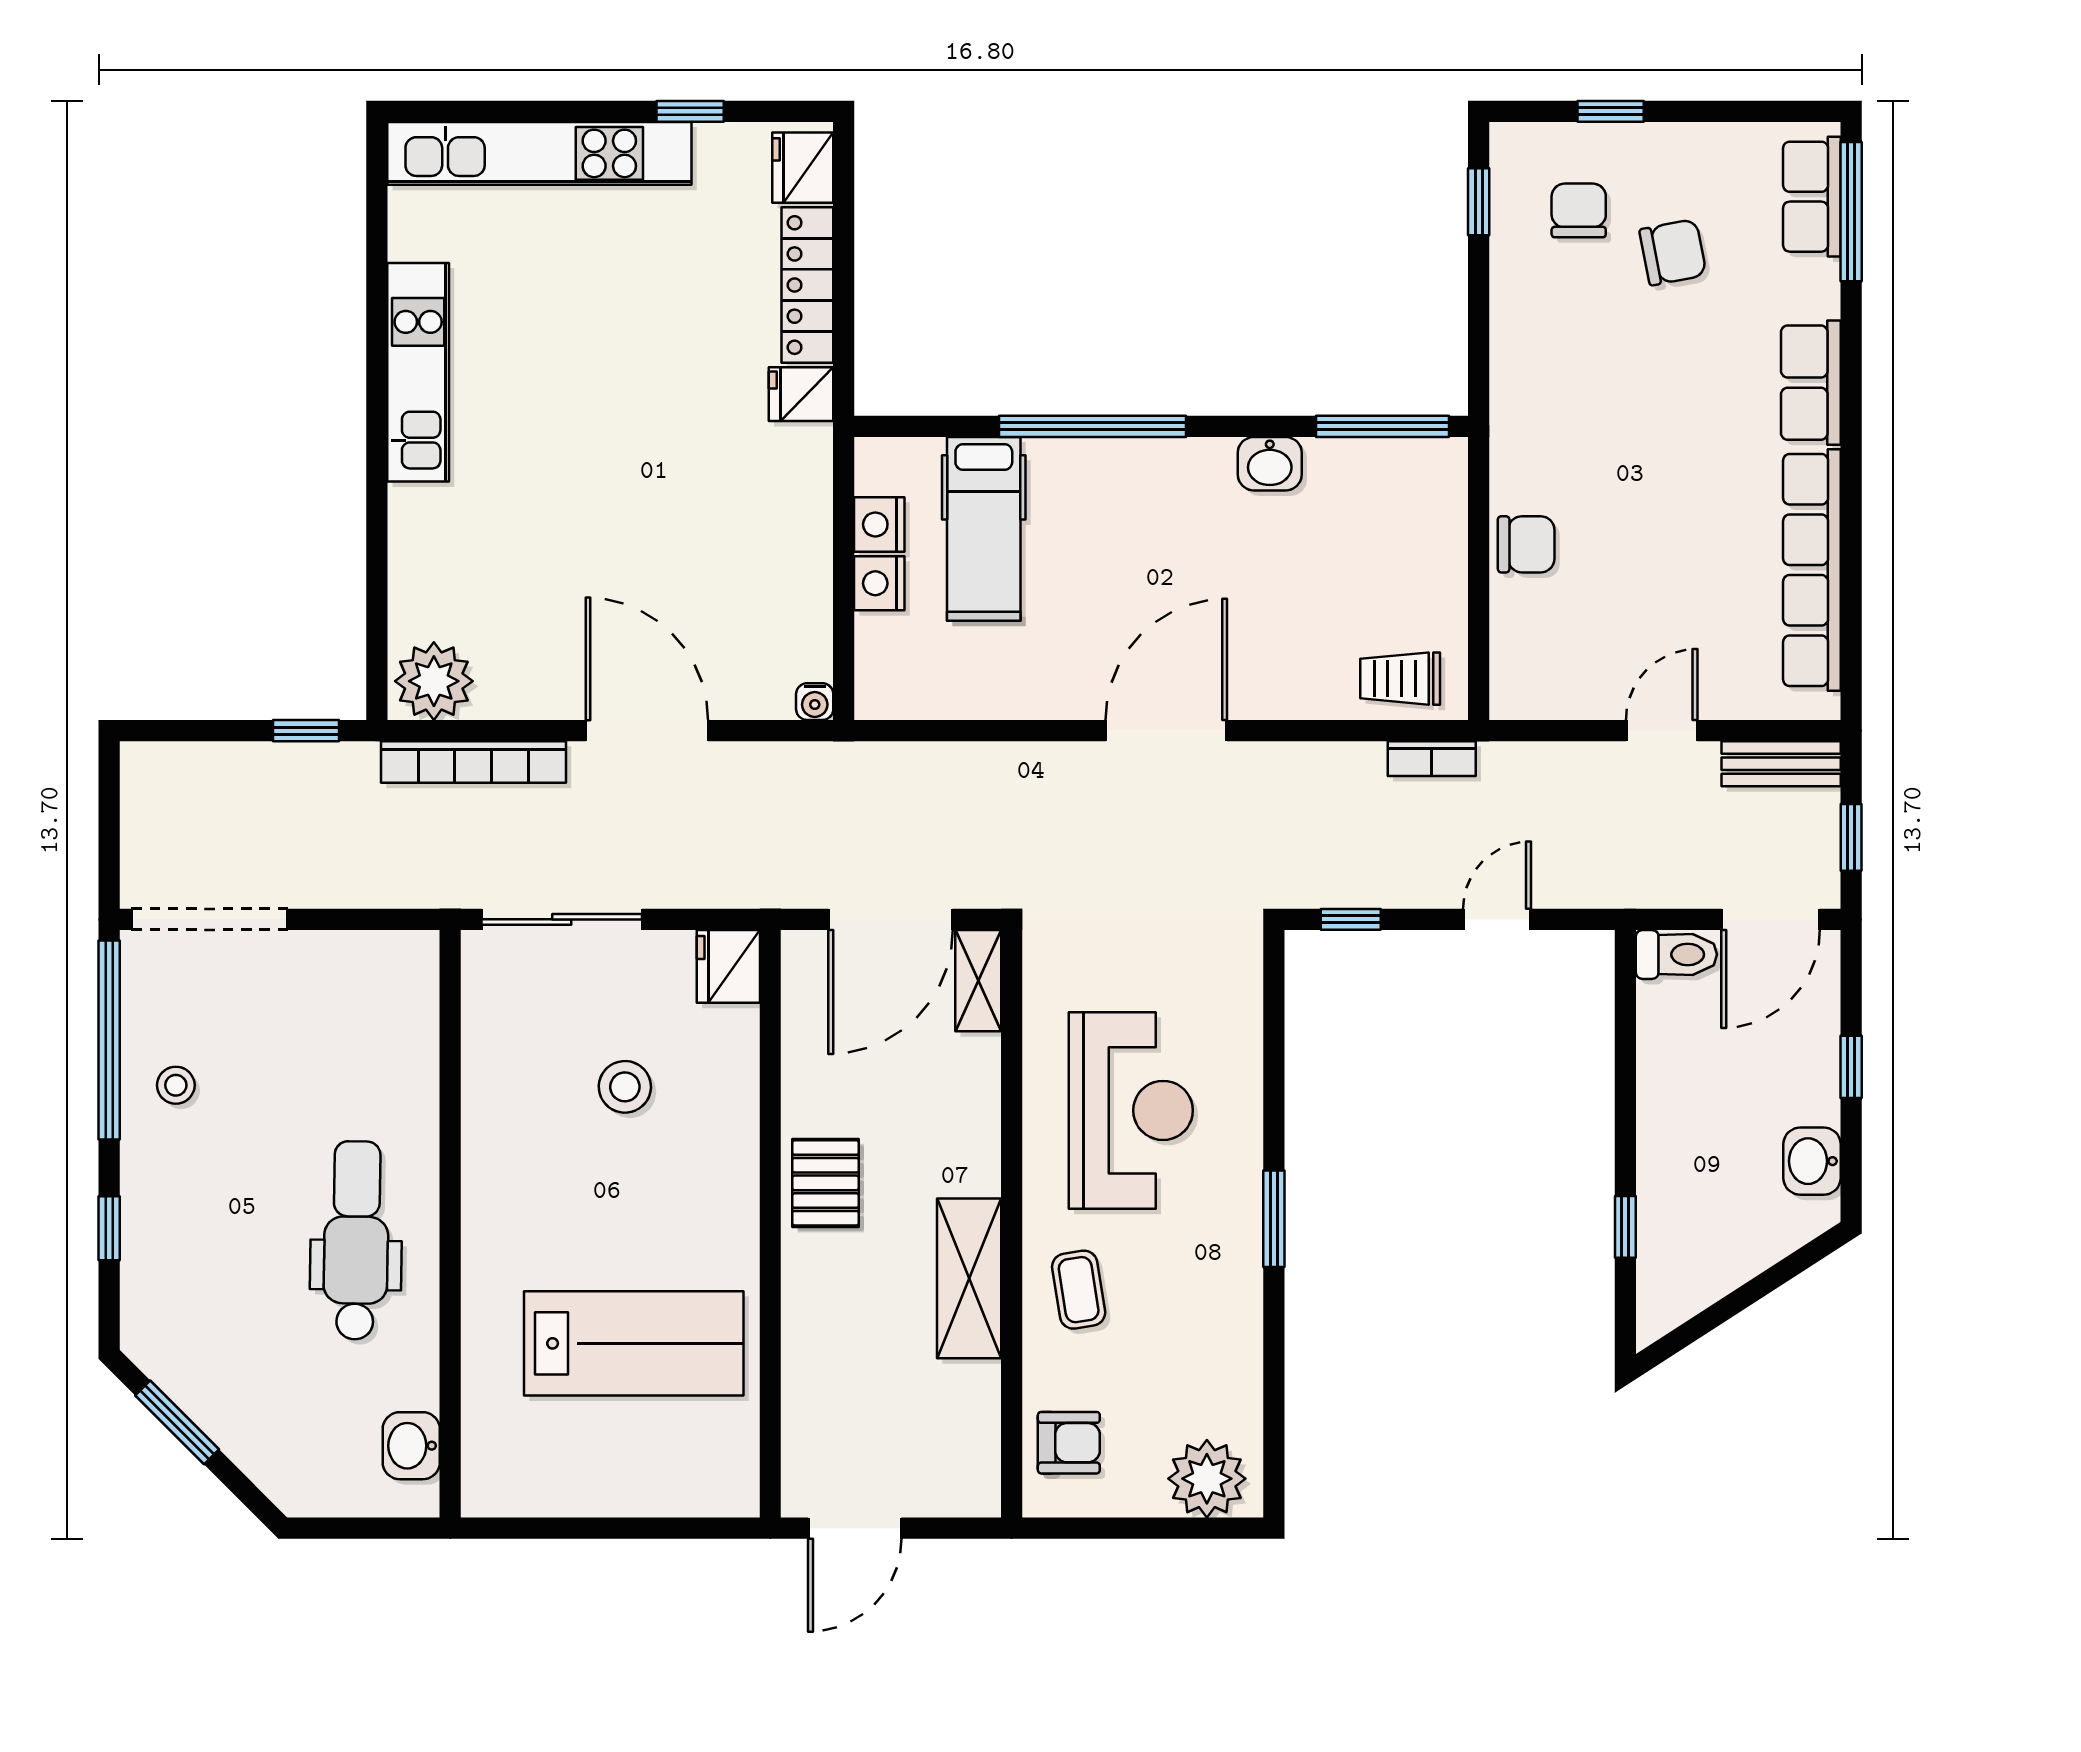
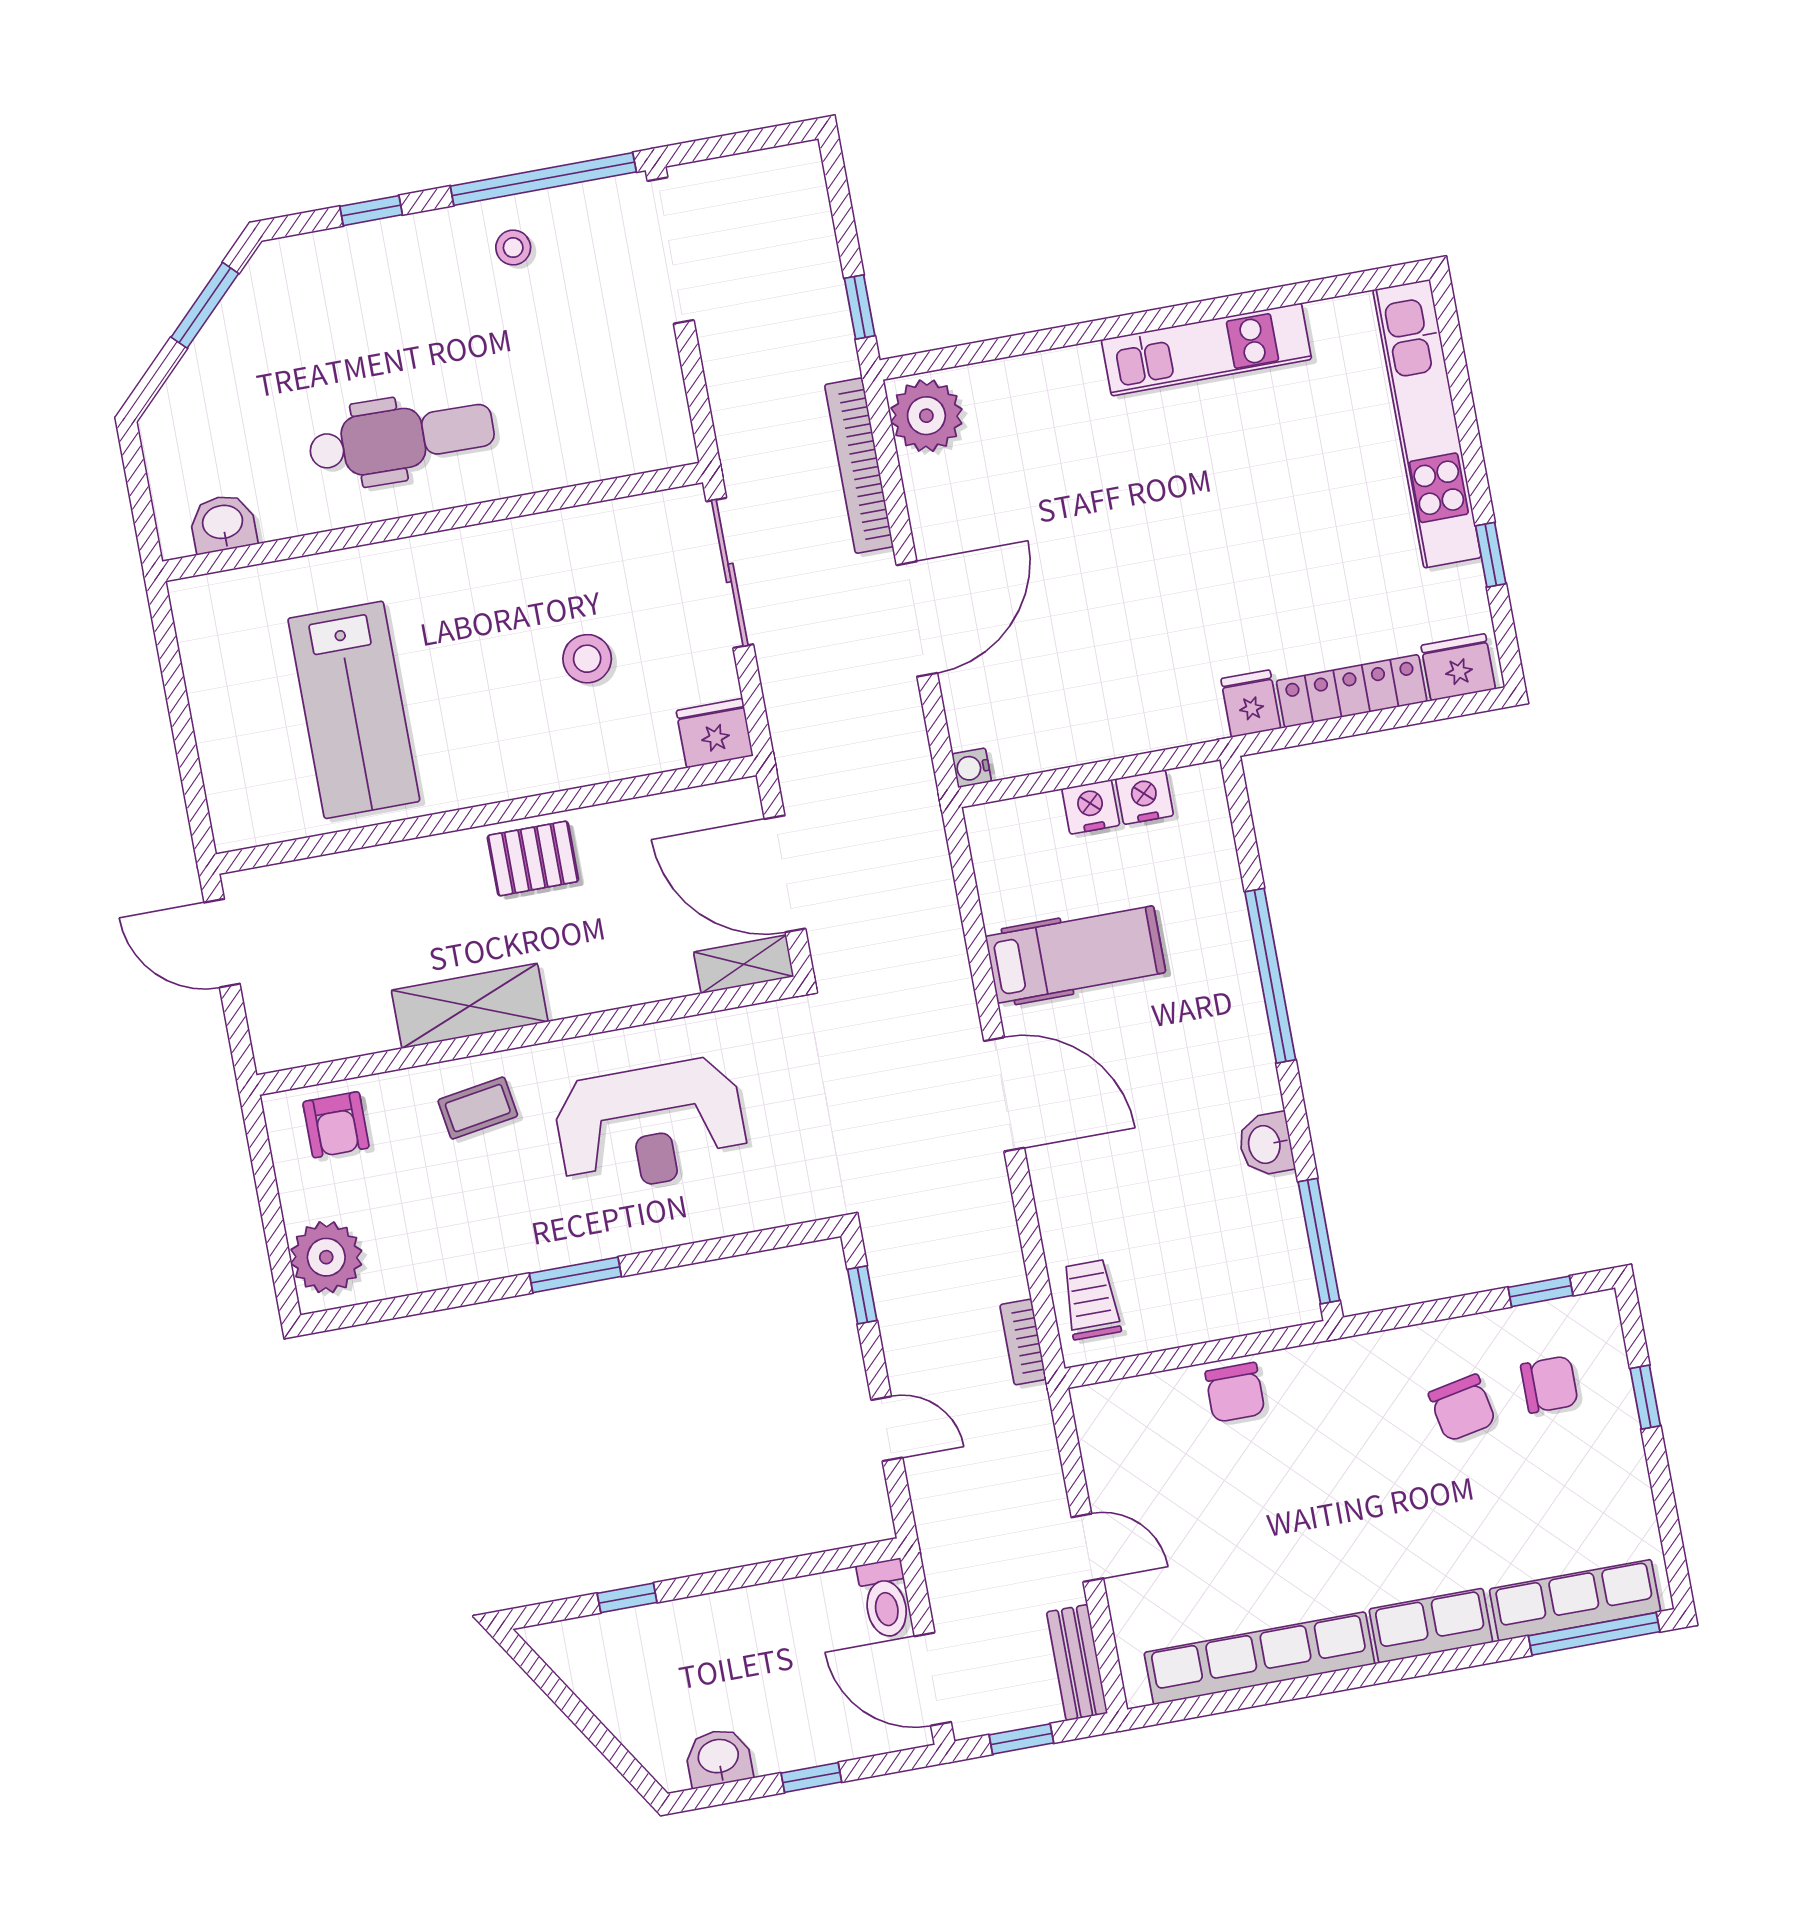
row of seats: (1812, 197) -> (1575, 1600), width x1.48
chair: (1673, 252) -> (1462, 1408), moved
hospital bed: (984, 529) -> (1075, 954), moved, turned 180

